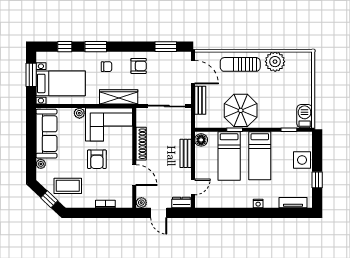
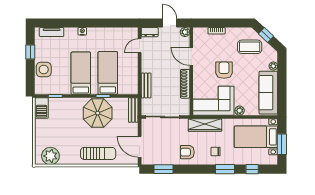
plant: (275, 62) -> (50, 156), moved
bench: (200, 100) -> (133, 110), moved
floor lamp: (201, 140) -> (132, 87), removed
bench: (186, 153) -> (146, 85), moved

